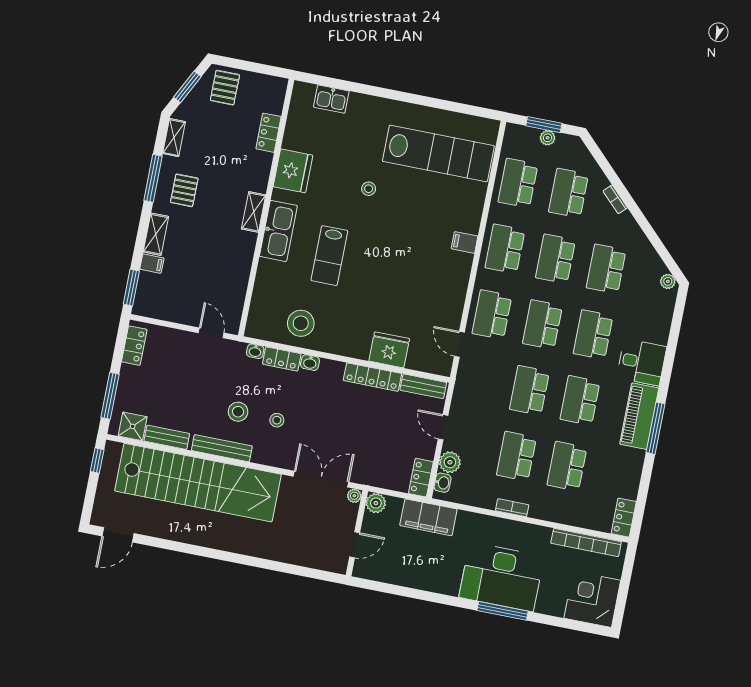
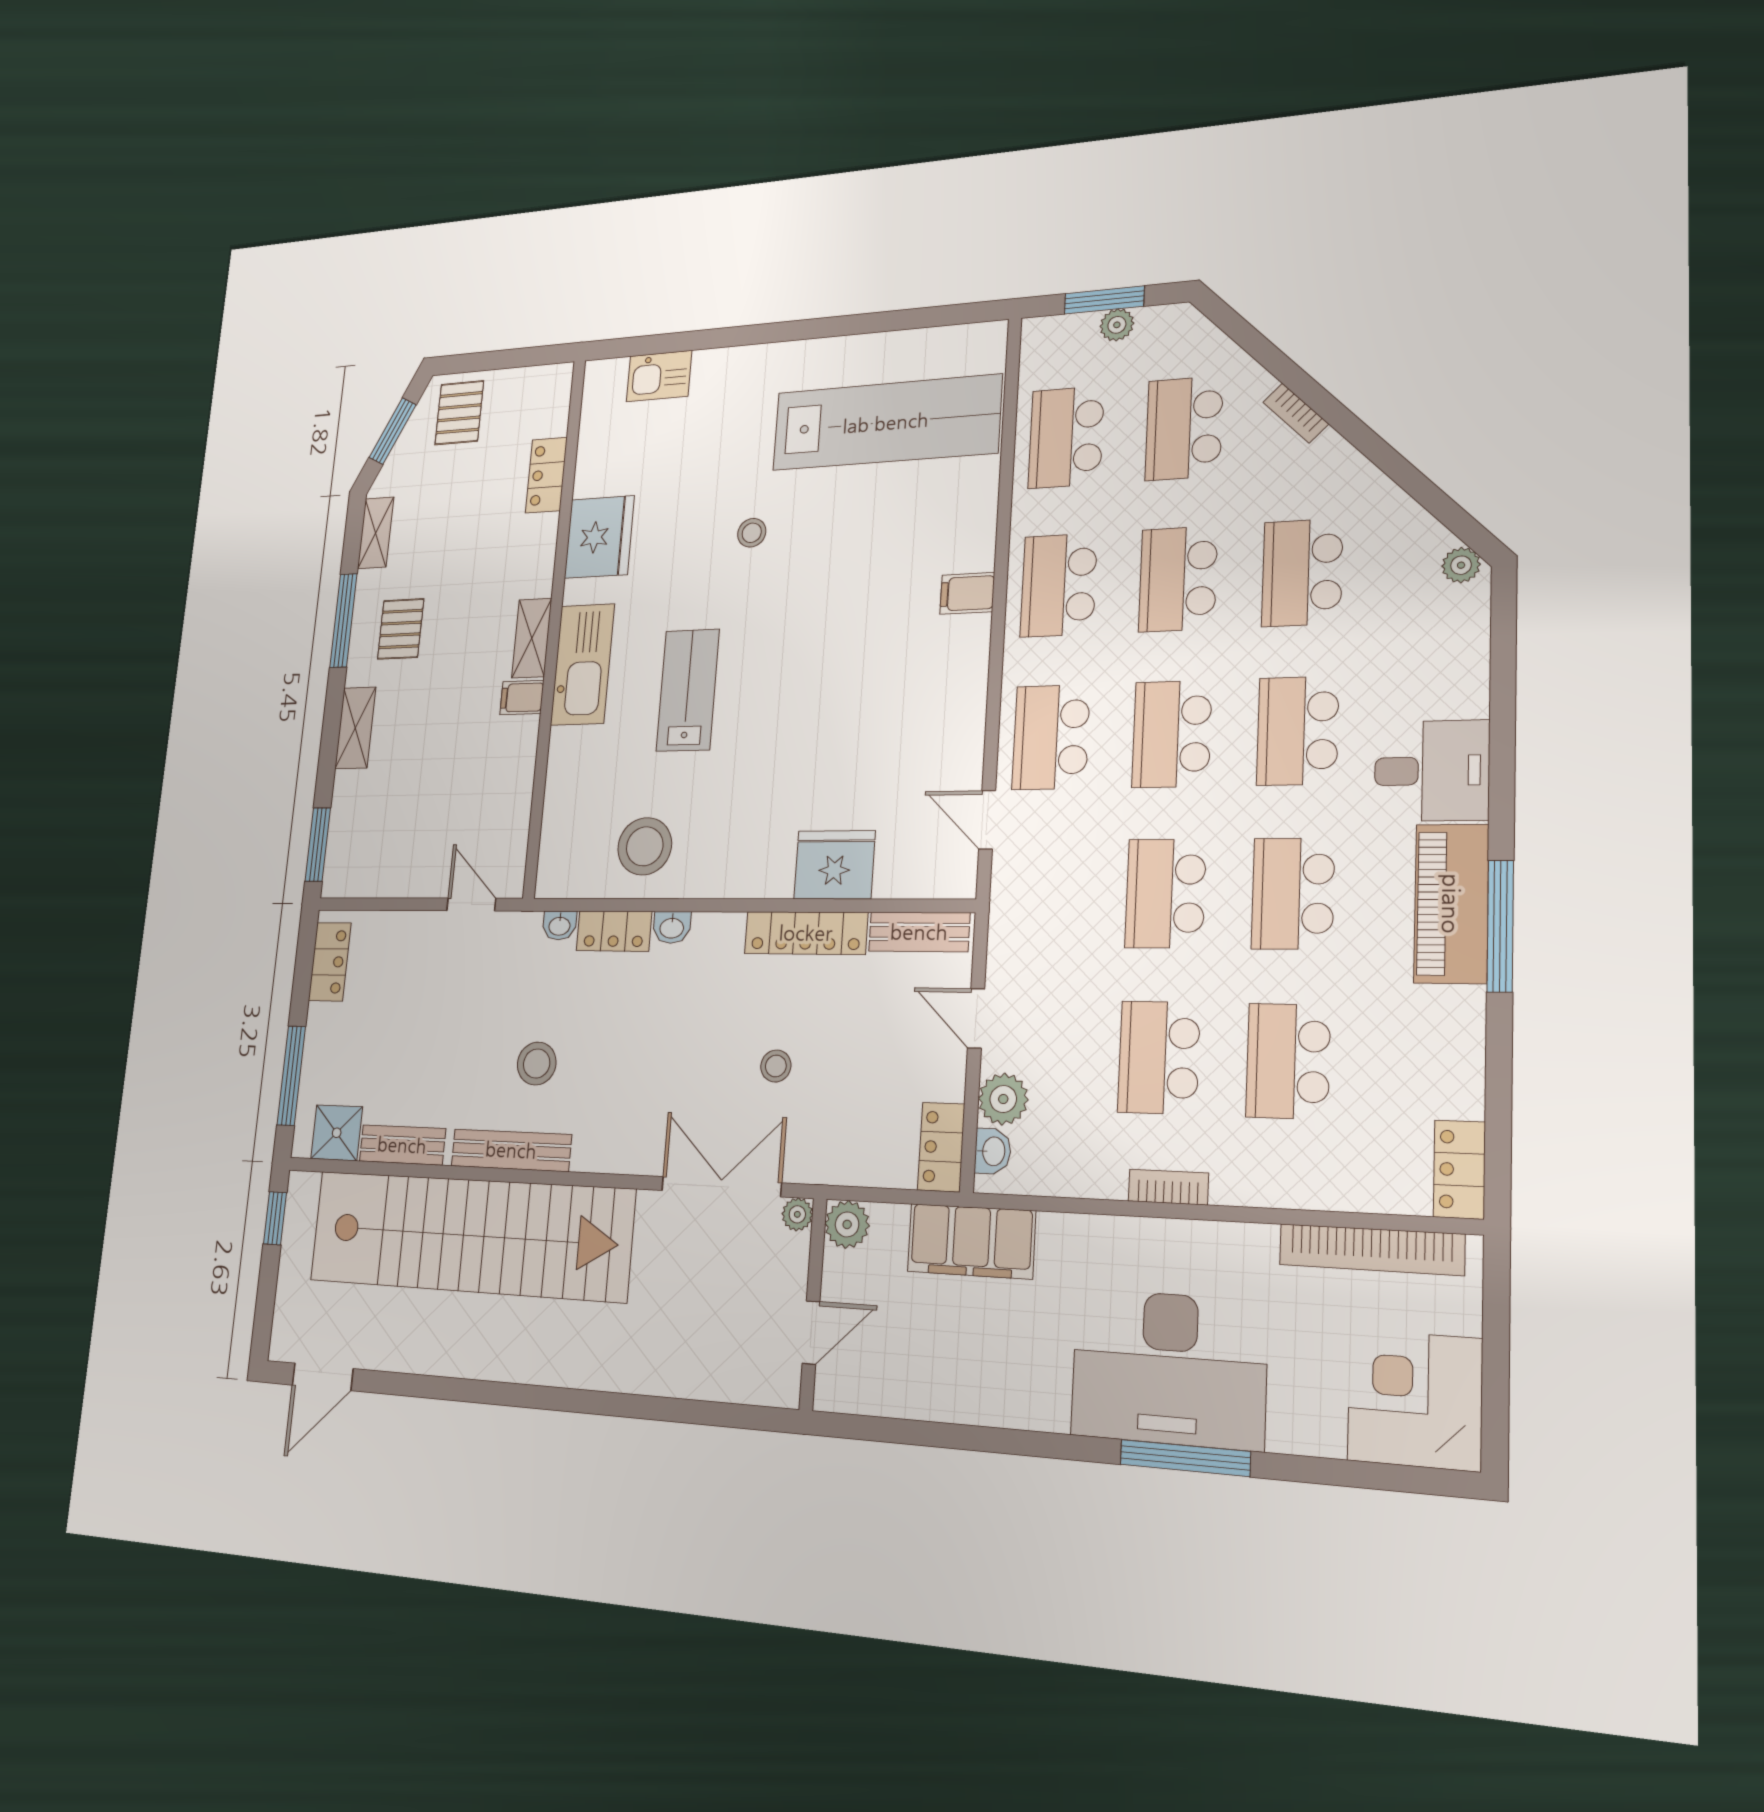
lab bench: (329, 256) -> (688, 690), turned 180
filing cabinet: (152, 264) -> (522, 698), moved, turned 180
stool: (277, 420) -> (776, 1066), moved

